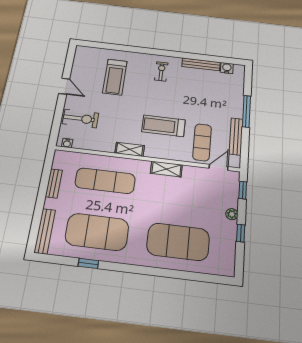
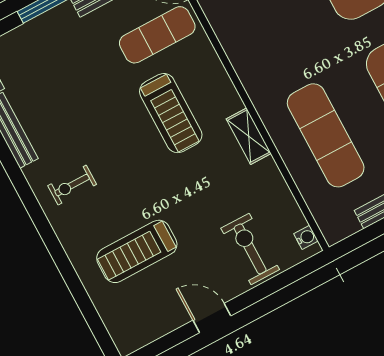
treadmill: (115, 77) -> (137, 251), turned 180
door: (64, 86) -> (212, 318), hinge flipped
shelving: (166, 169) -> (242, 59), removed

